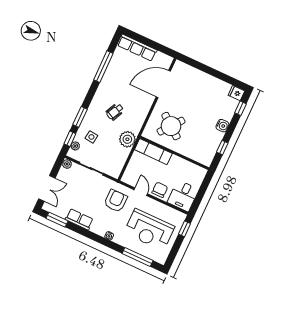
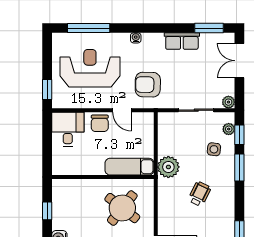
armchair: (116, 201) -> (148, 85), turned 91

